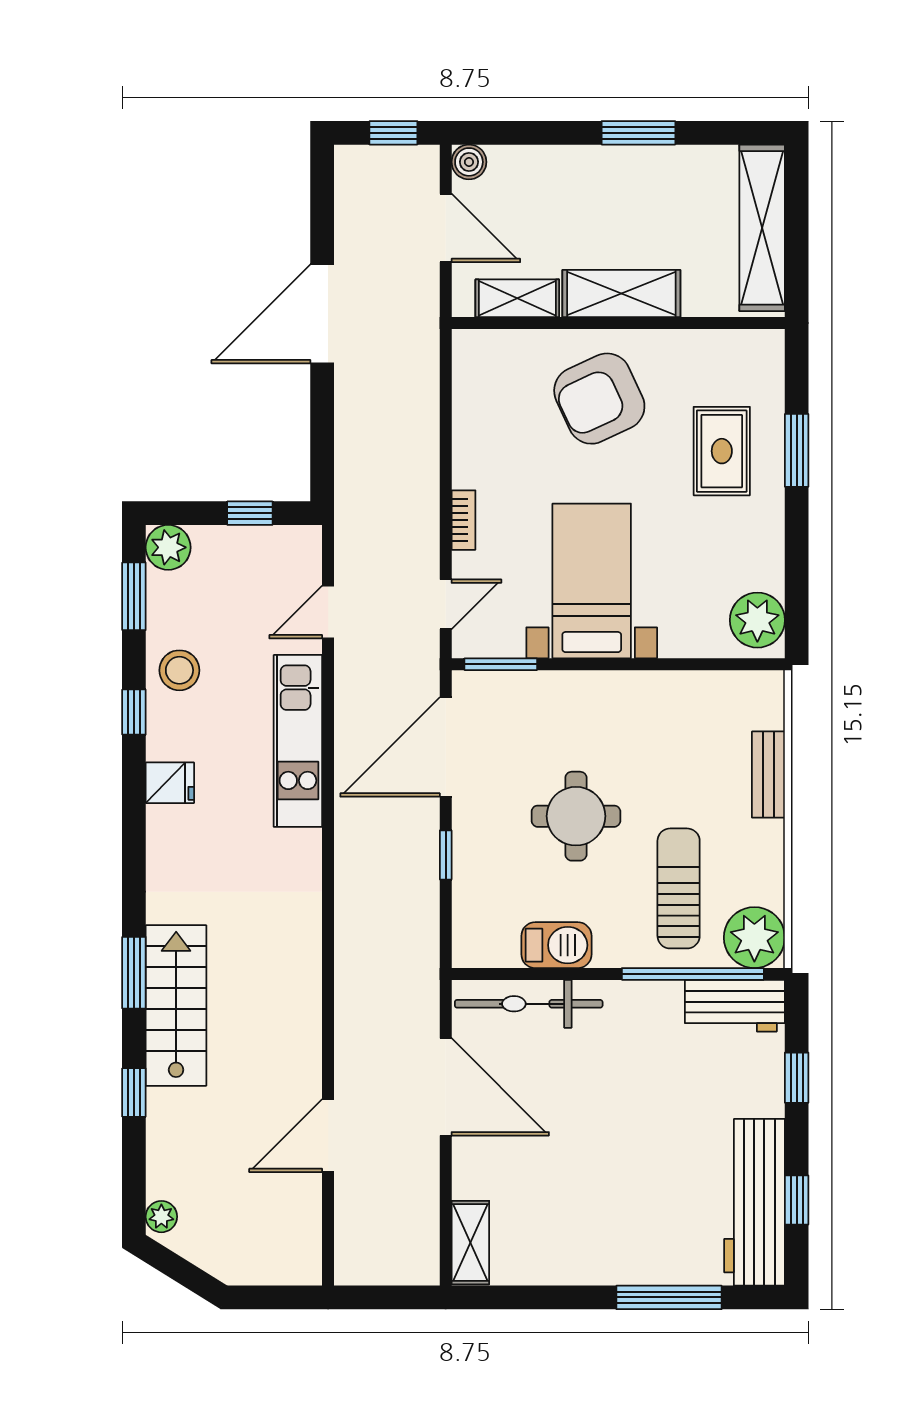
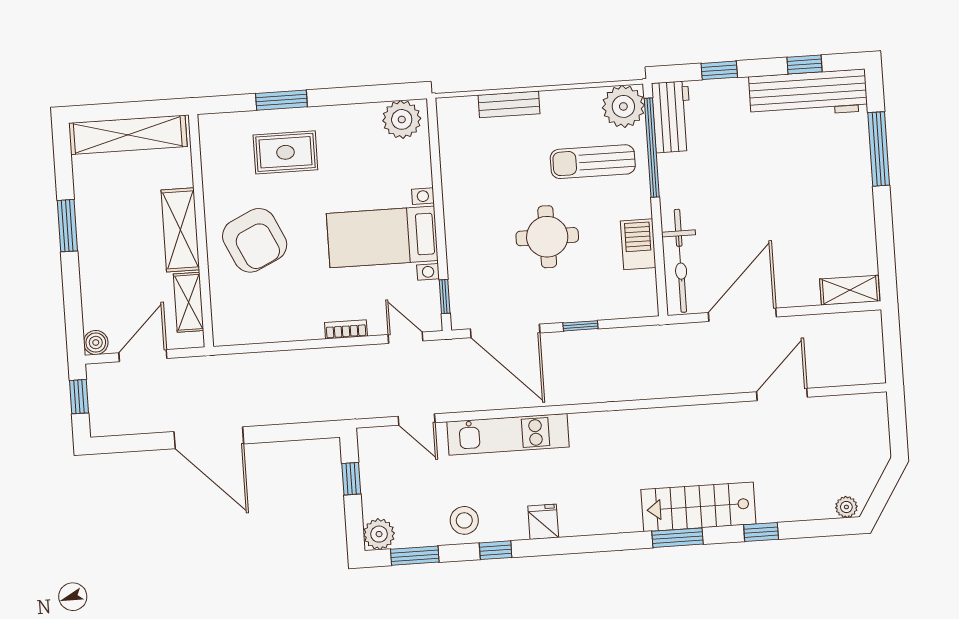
window: (501, 664) -> (445, 296), width x0.67
door: (328, 1136) -> (782, 395), swing flipped

